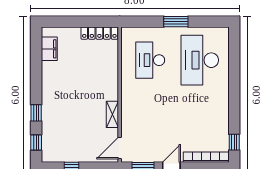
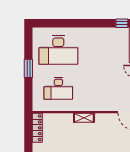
shelving: (112, 114) -> (84, 118), moved

